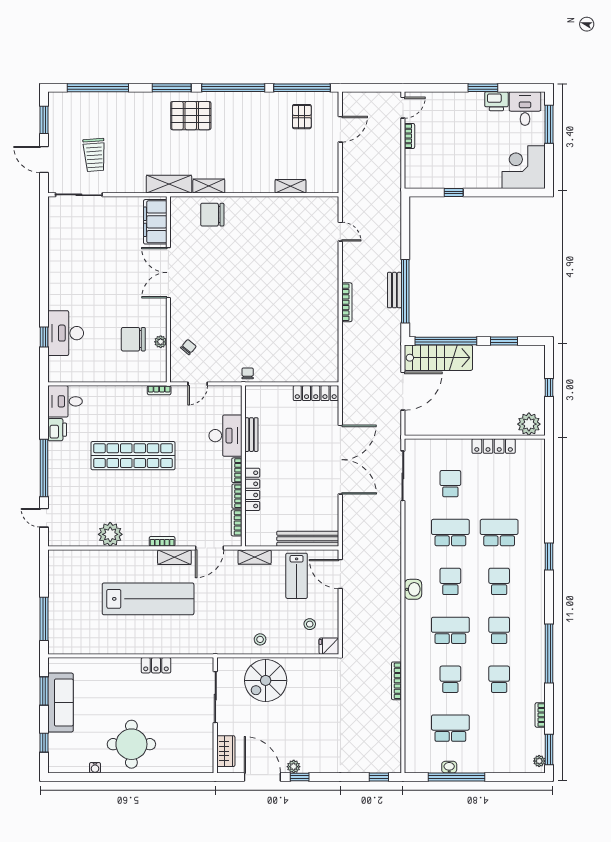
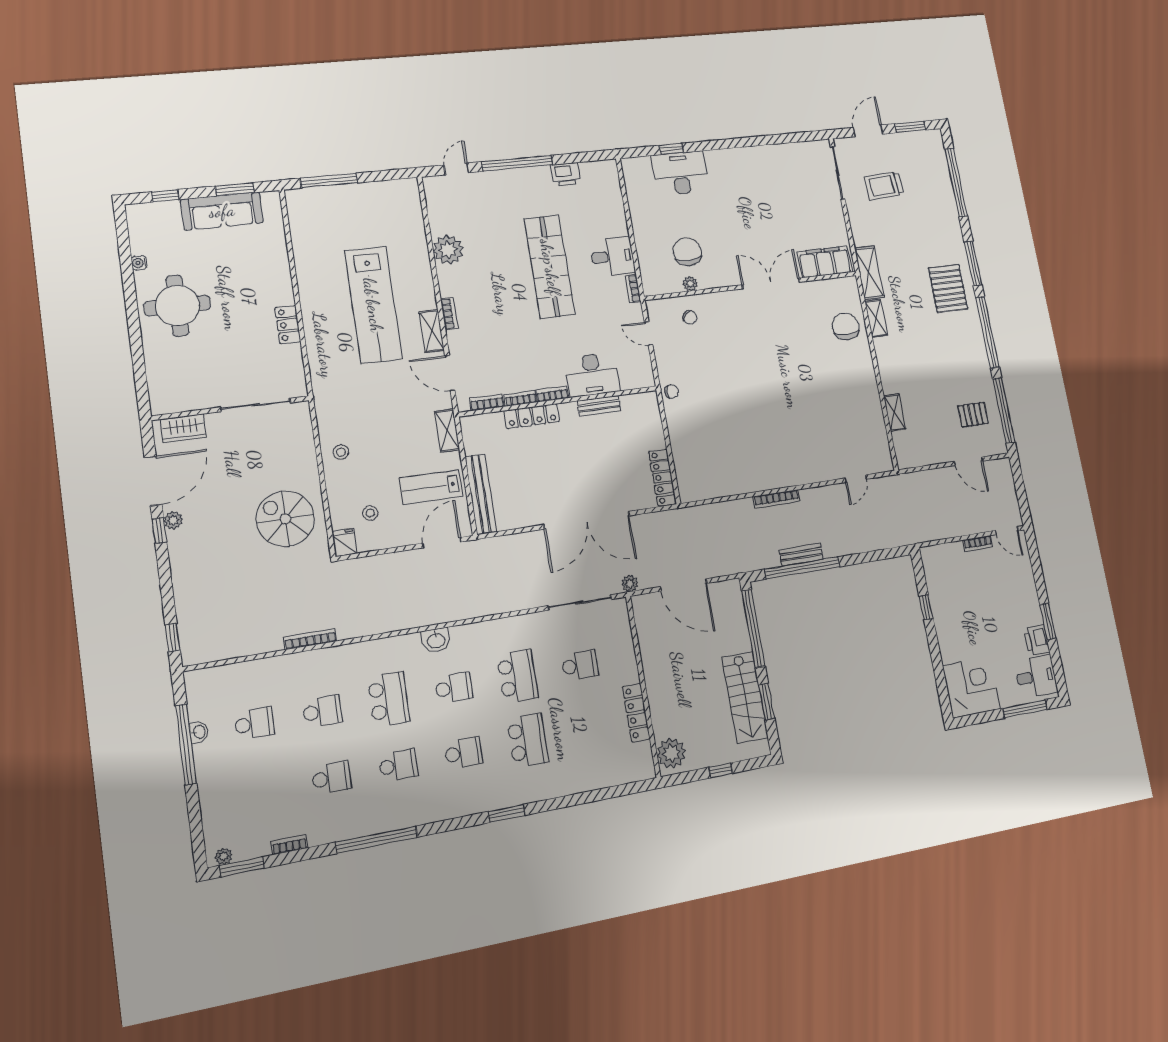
stairs: (438, 358) -> (745, 697), moved
desk: (65, 401) -> (613, 256), moved, turned 90
plant: (395, 434) -> (630, 583), added
spiral stairs: (266, 680) -> (285, 519), moved
school desk: (450, 728) -> (254, 724), width x0.54

